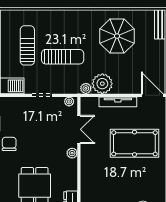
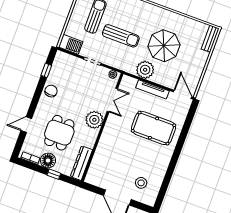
parasol: (117, 36) -> (164, 46), moved
plant: (86, 88) -> (130, 69), removed
plant: (72, 153) -> (94, 120), width x1.87, depth x1.87

